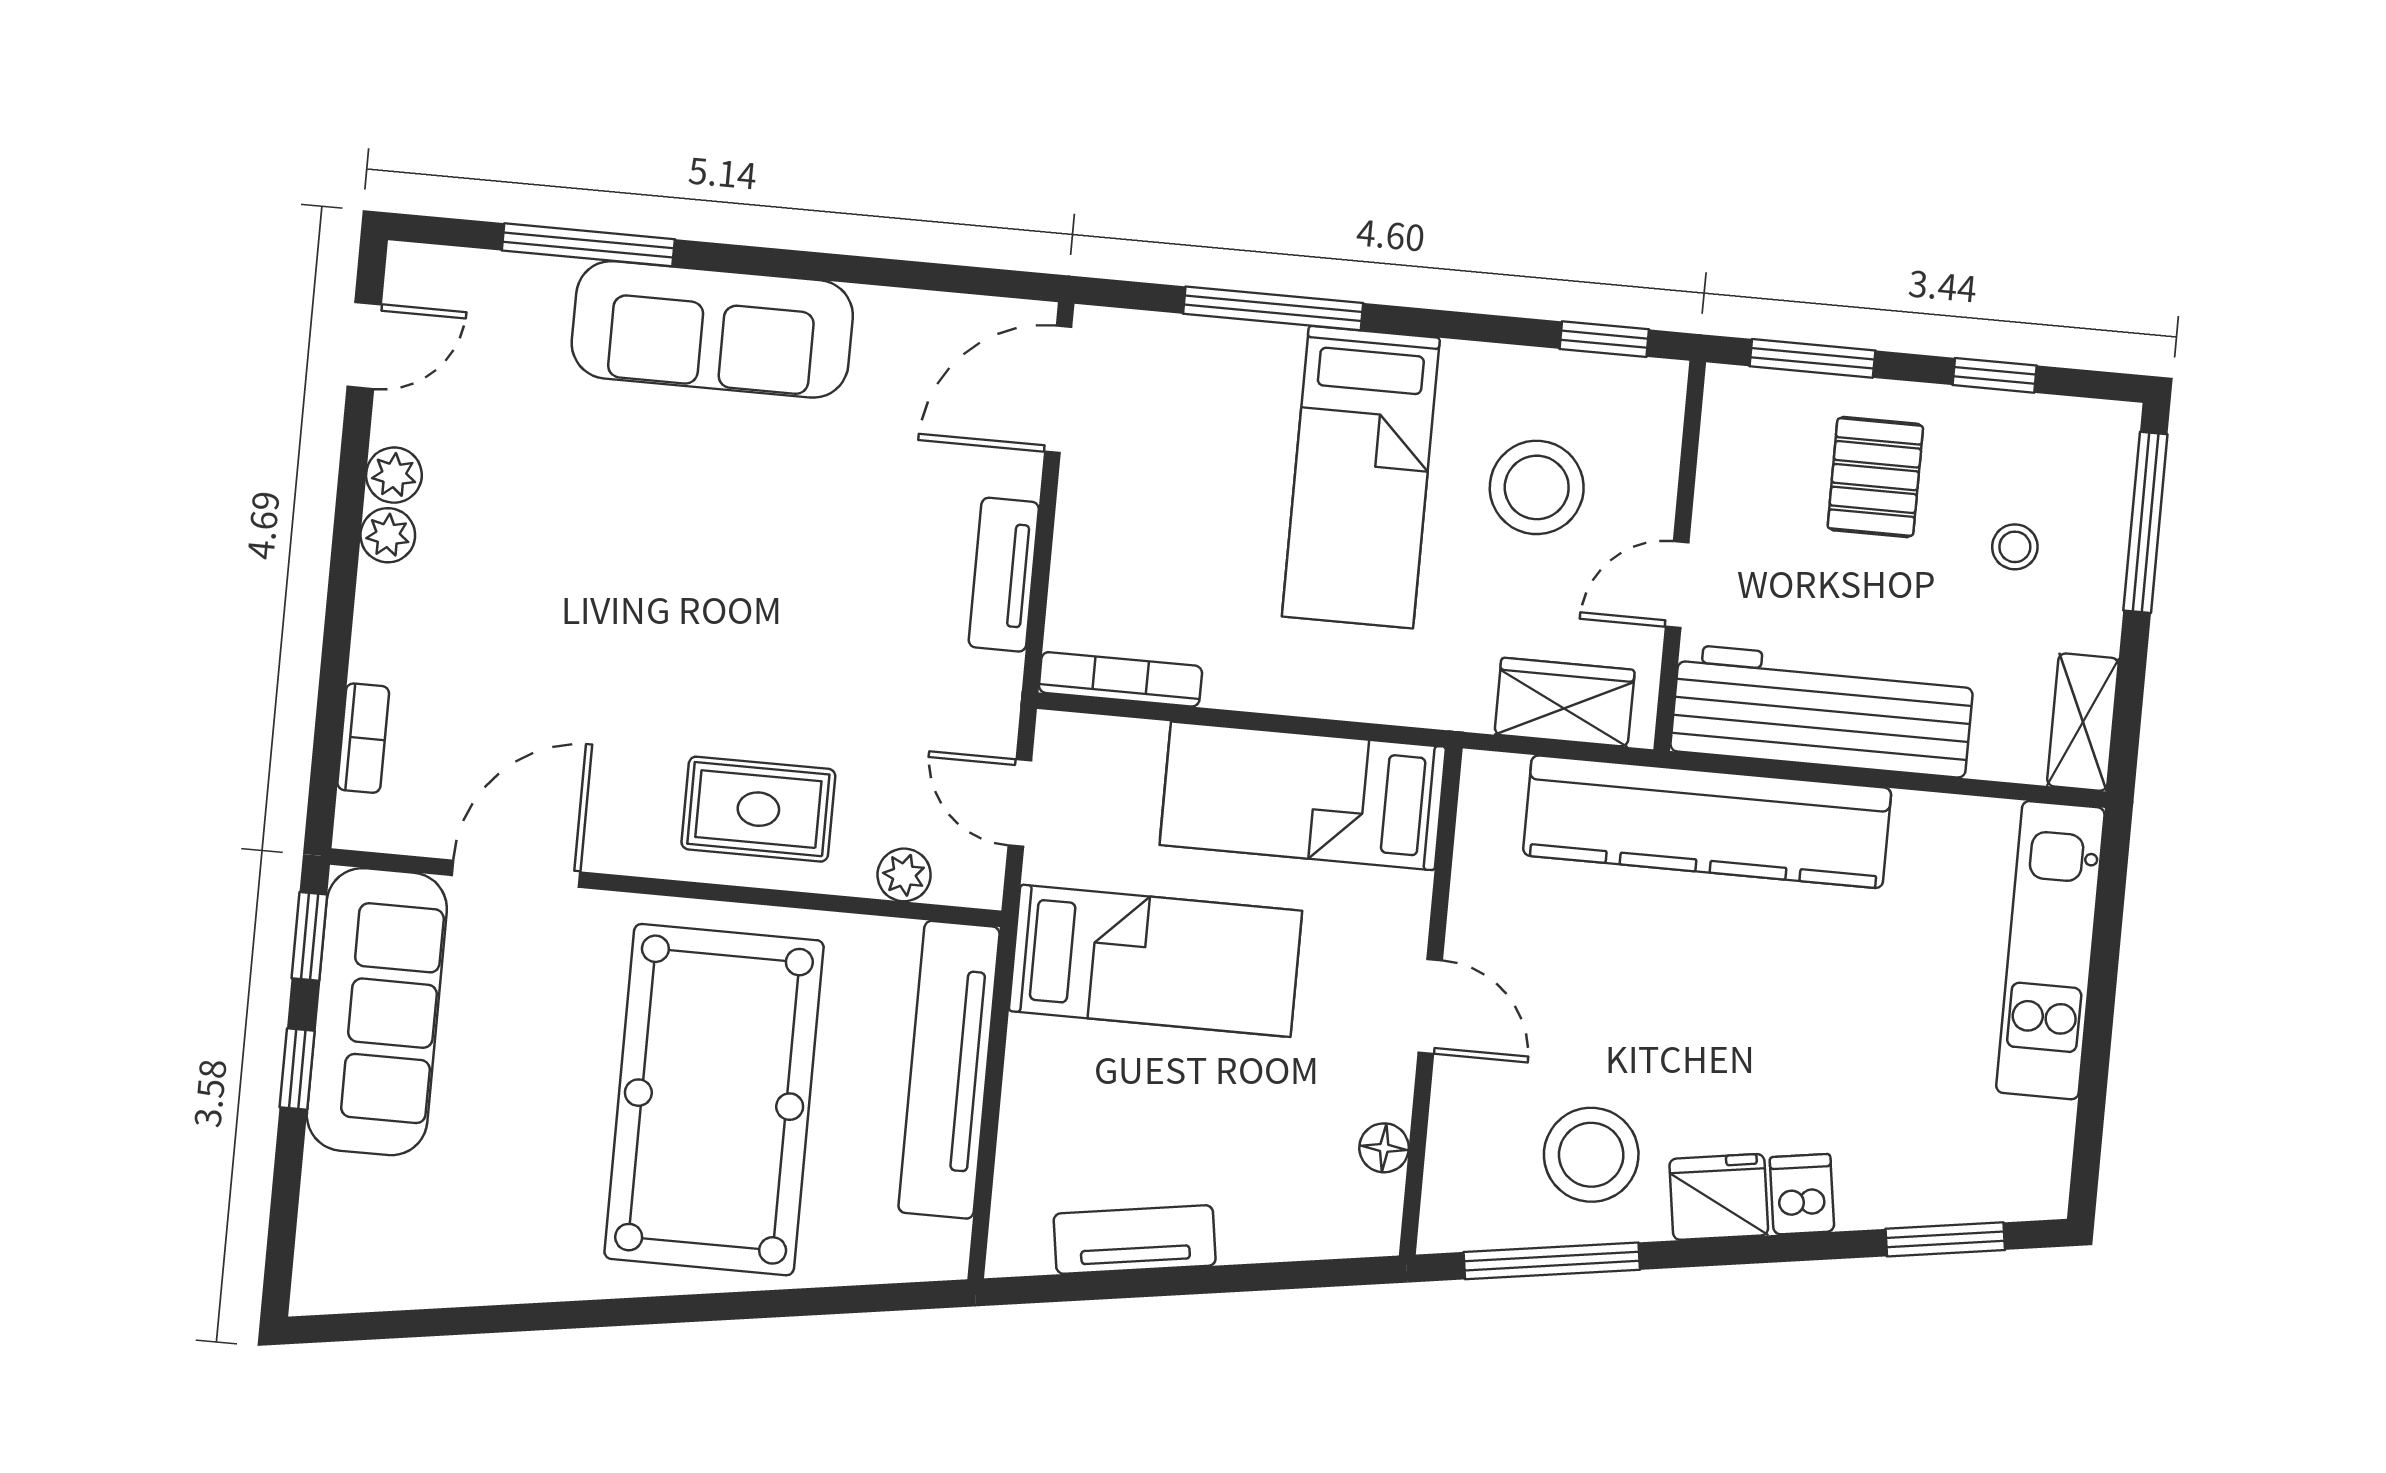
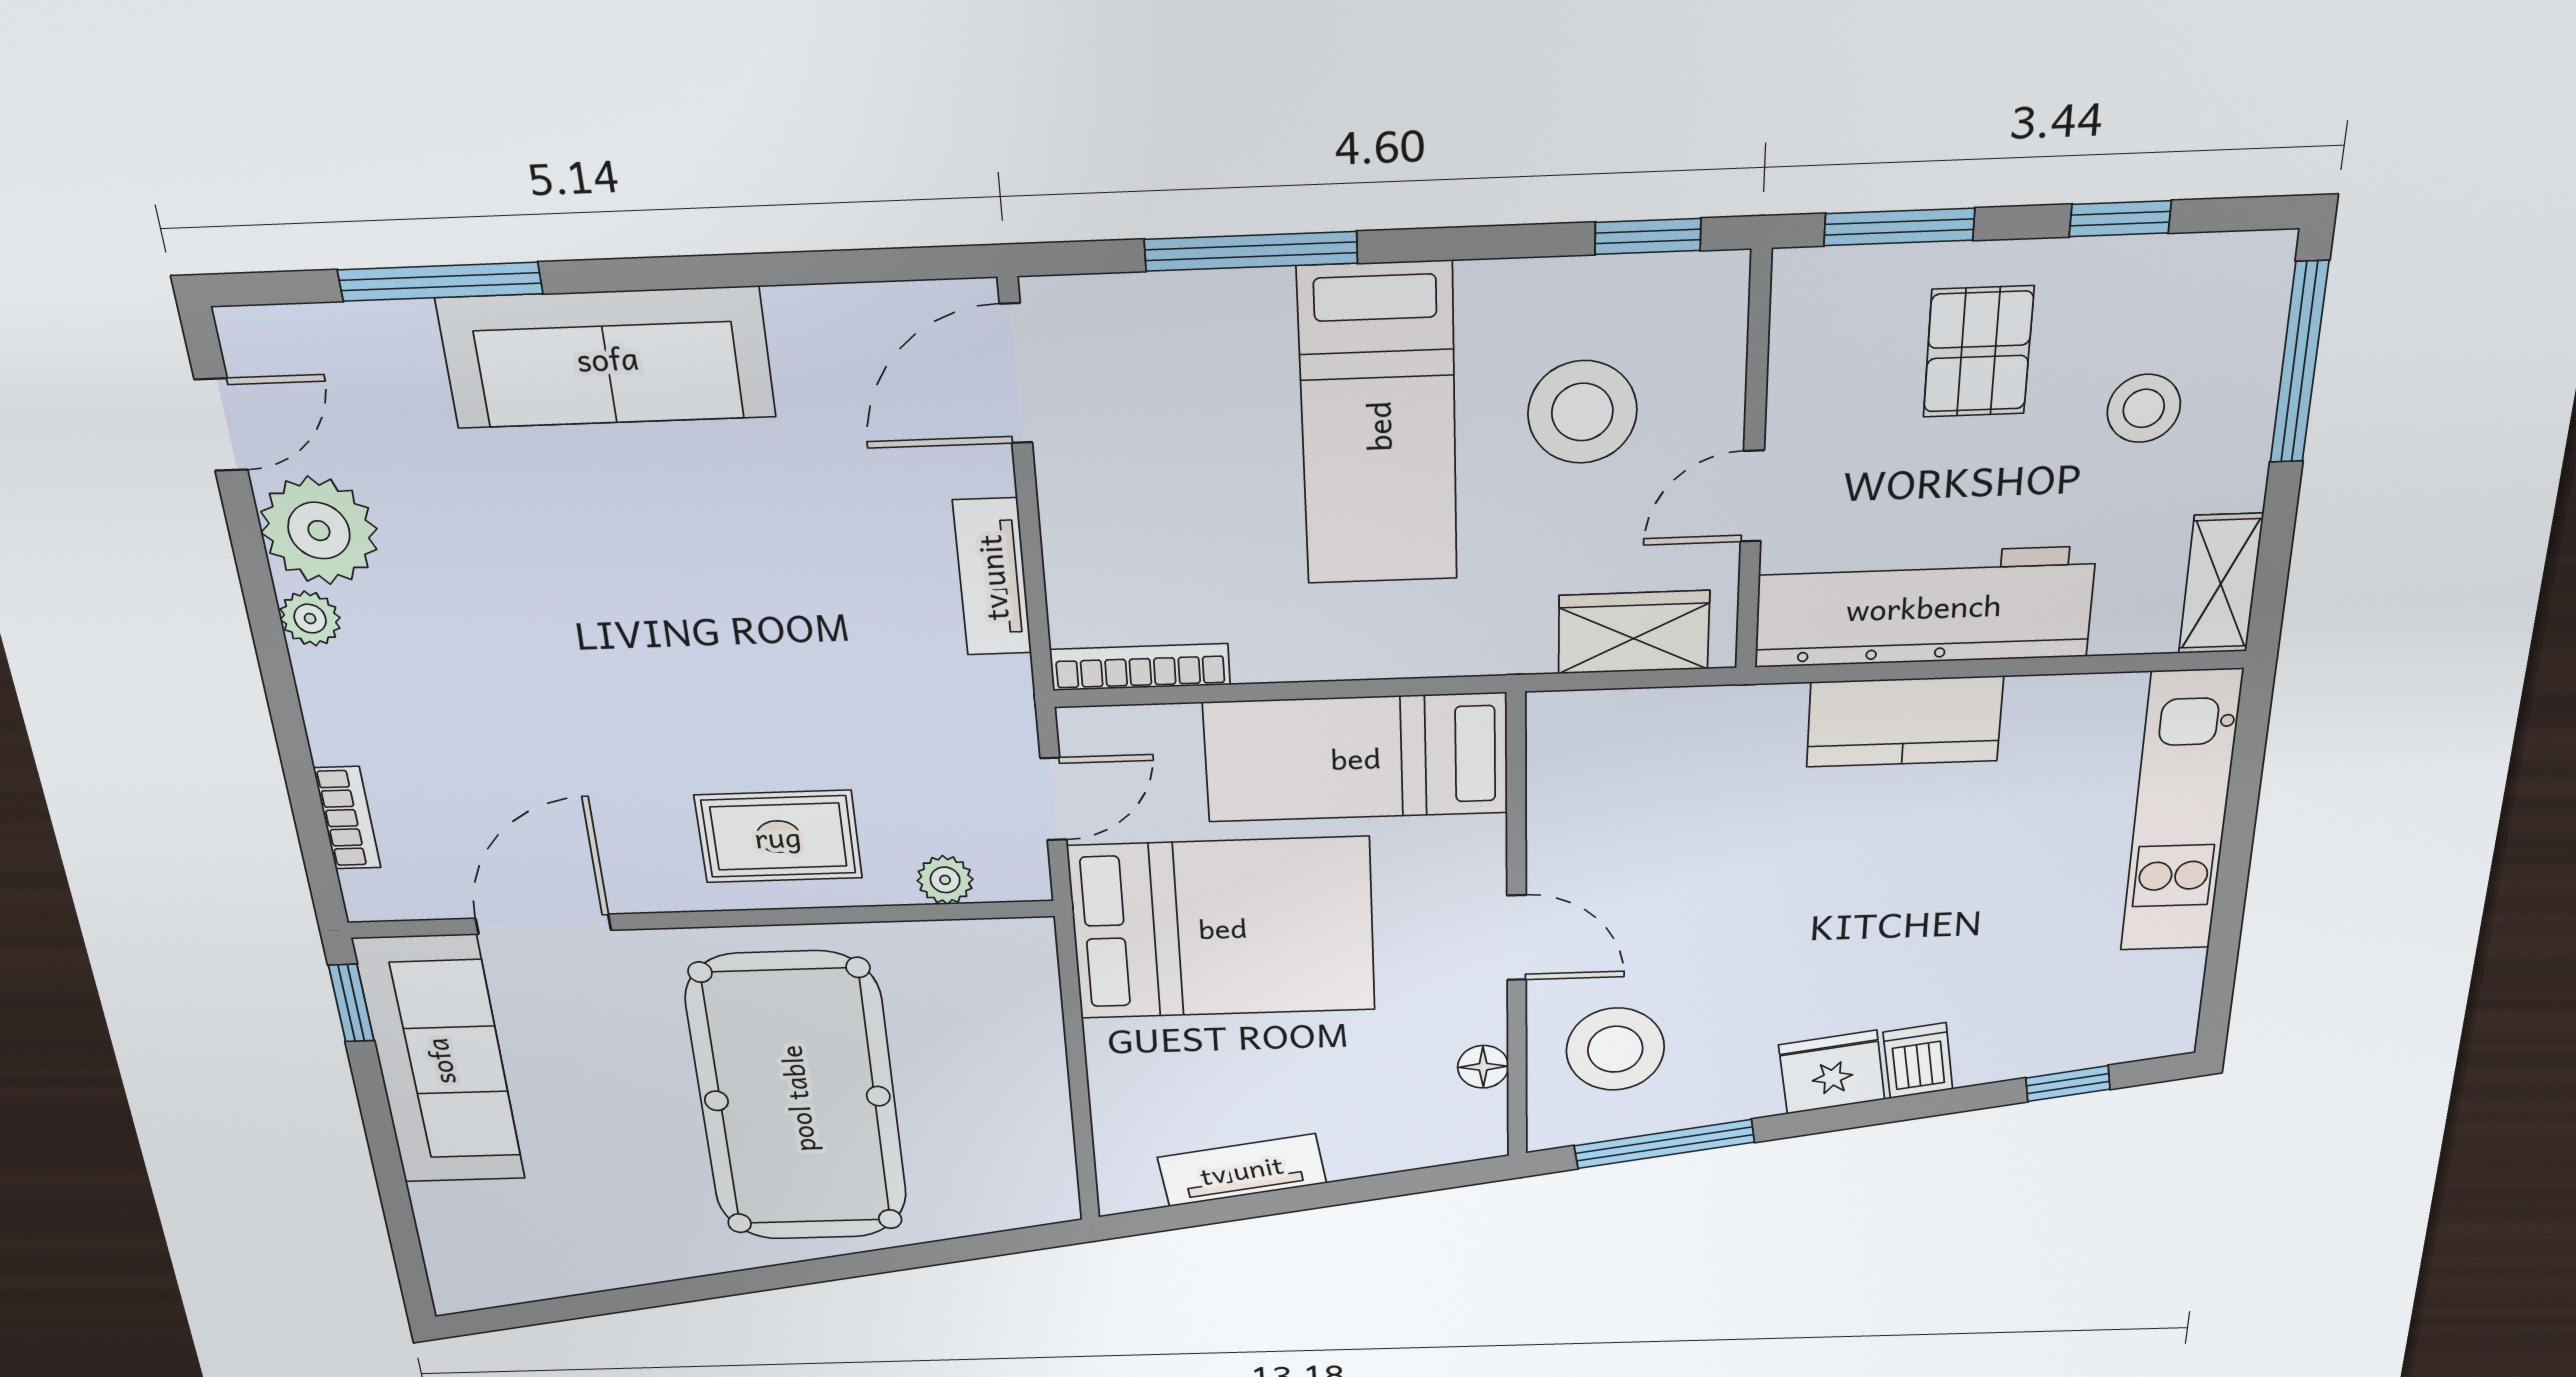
plant: (394, 475) -> (319, 531), width x1.88, depth x1.88
stool: (2015, 547) -> (2144, 408), width x1.37, depth x1.37
door: (1020, 803) -> (1053, 799), swing flipped
kitchen counter: (1707, 822) -> (1904, 722), width x0.48, depth x0.86
bed: (1155, 961) -> (1223, 928), width x1.50
window: (297, 1069) -> (377, 1117), removed
tv unit: (949, 1070) -> (1028, 1048), removed
stool: (1591, 1155) -> (1615, 1049), moved
window: (1945, 1239) -> (2068, 1084), width x0.67

